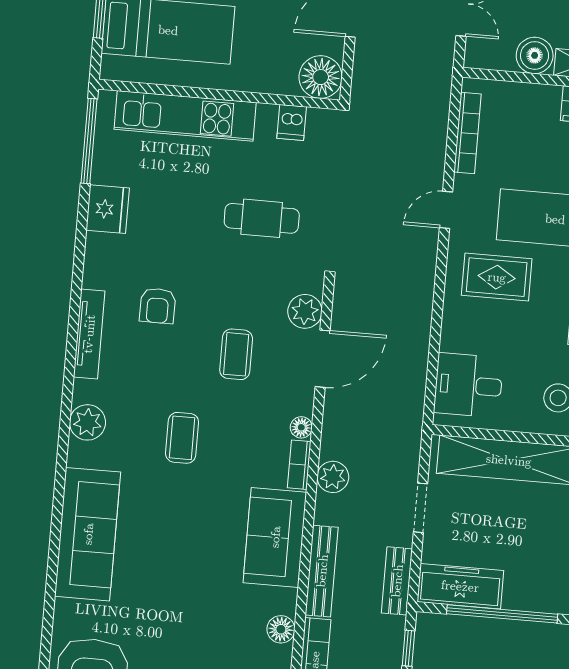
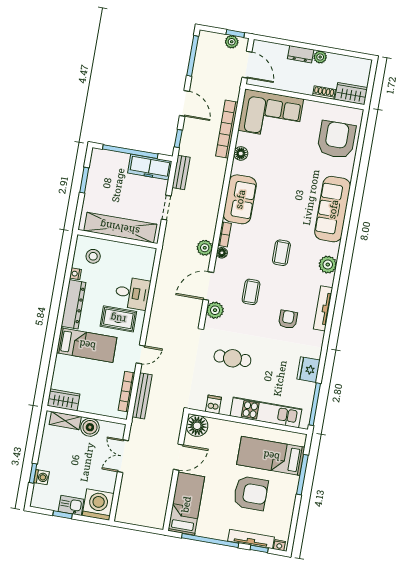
desk: (468, 385) -> (132, 293), moved
plant: (333, 477) -> (205, 248), moved
bench: (322, 571) -> (142, 396), moved

